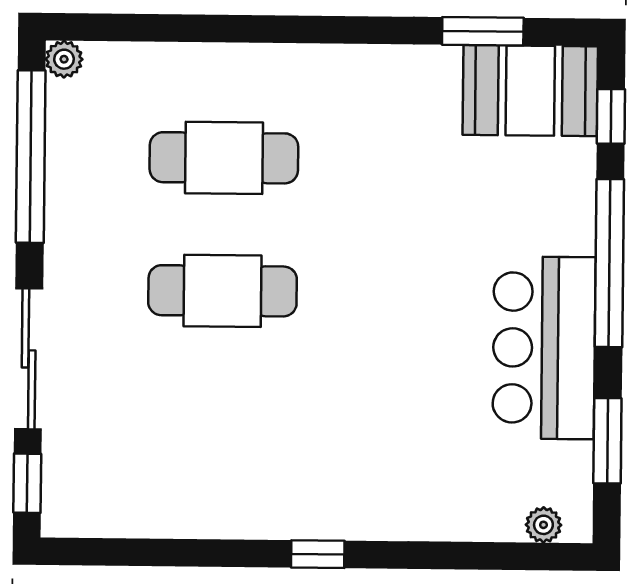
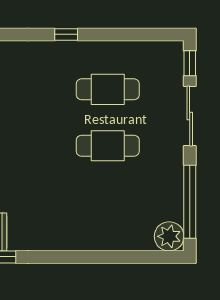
plant: (64, 59) -> (169, 236), width x1.87, depth x1.87
cafe table: (224, 158) -> (108, 89), moved

